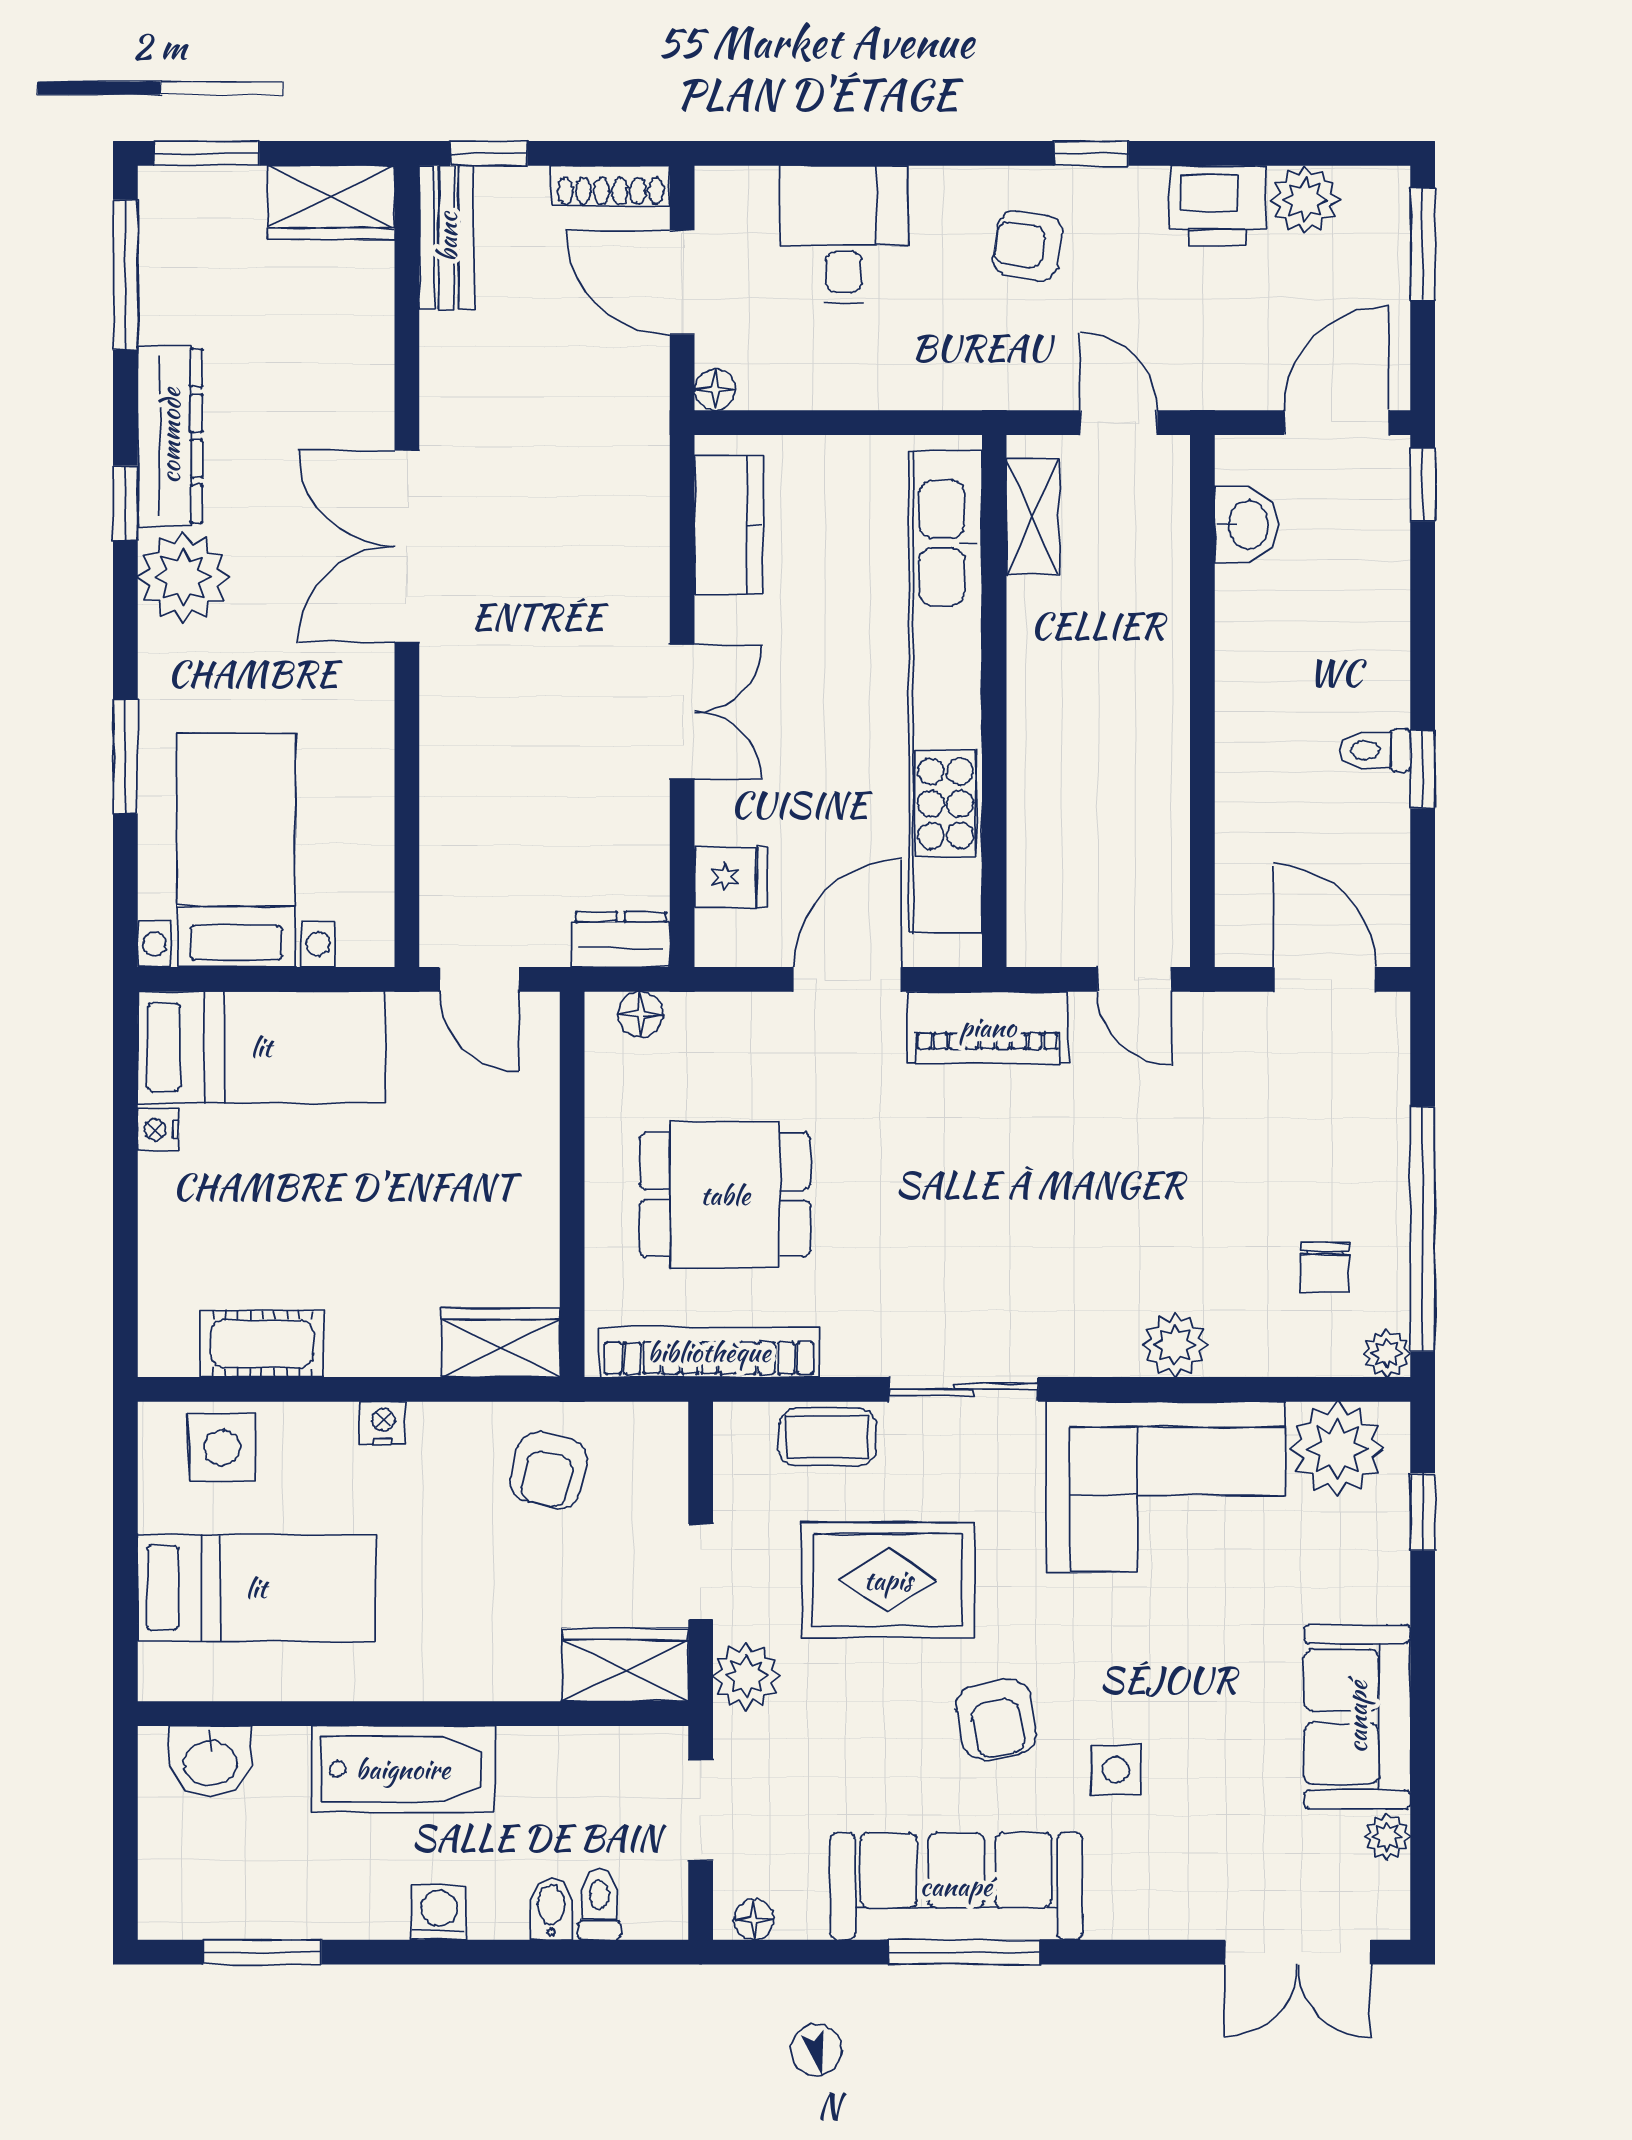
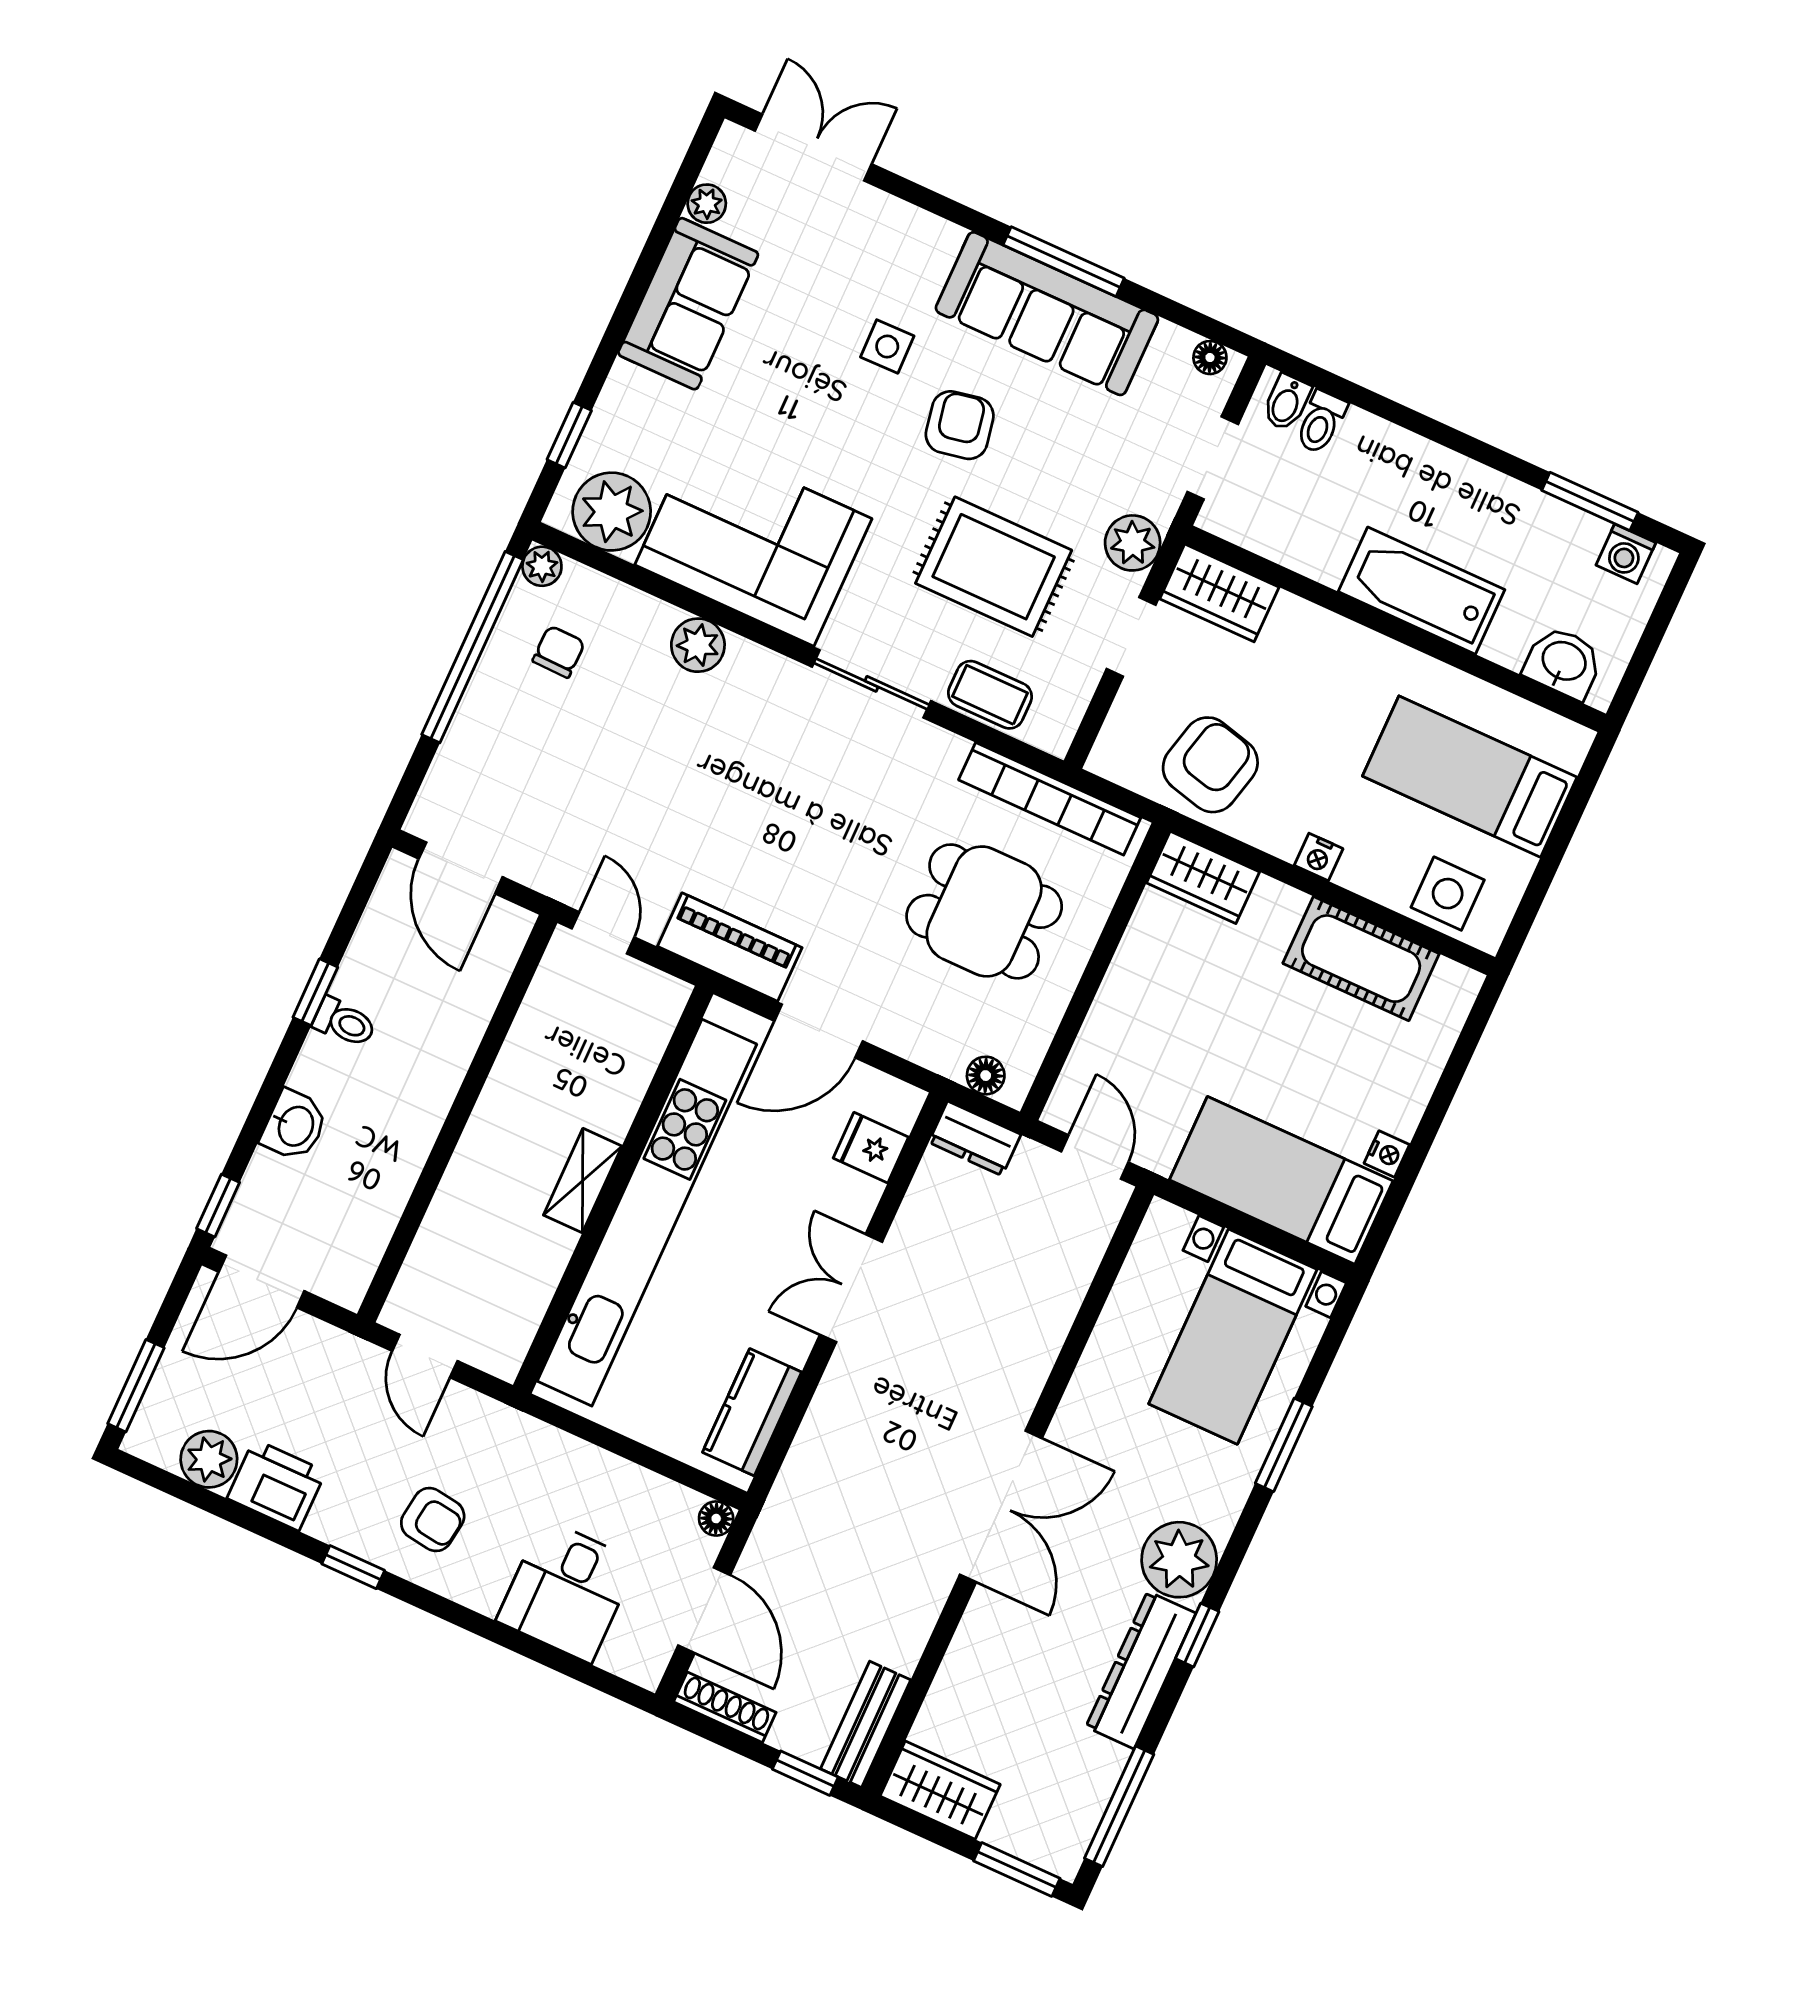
shelving: (1033, 517) -> (583, 1181), moved
washbasin: (1246, 525) -> (294, 1126), moved, turned 180
cot: (262, 1344) -> (1361, 959), width x1.37, depth x1.34
armchair: (549, 1470) -> (1210, 765), width x1.38, depth x1.38
bidet: (551, 1909) -> (1287, 402), moved
washing machine: (439, 1912) -> (1626, 554), moved

